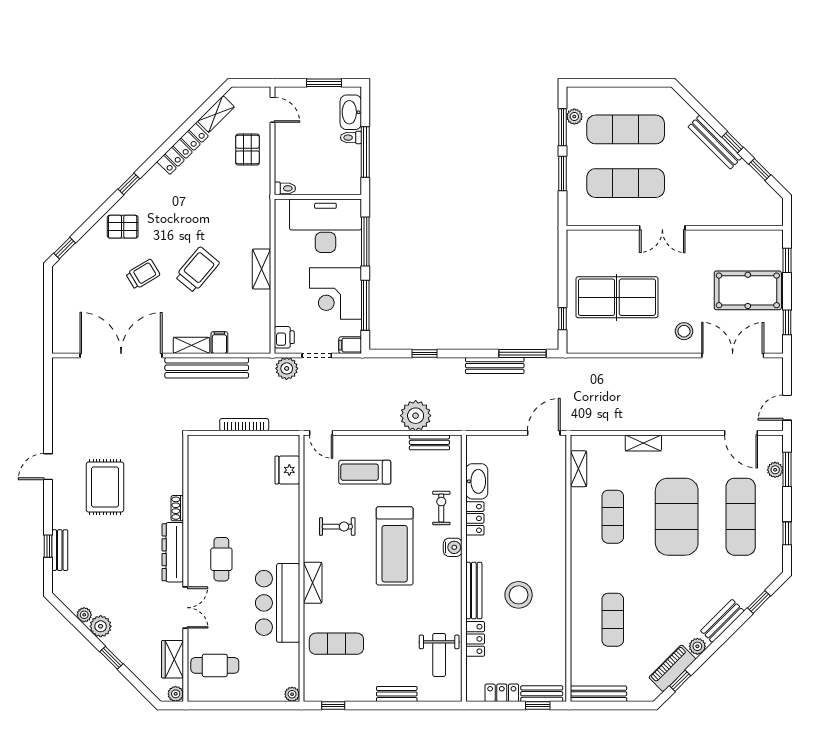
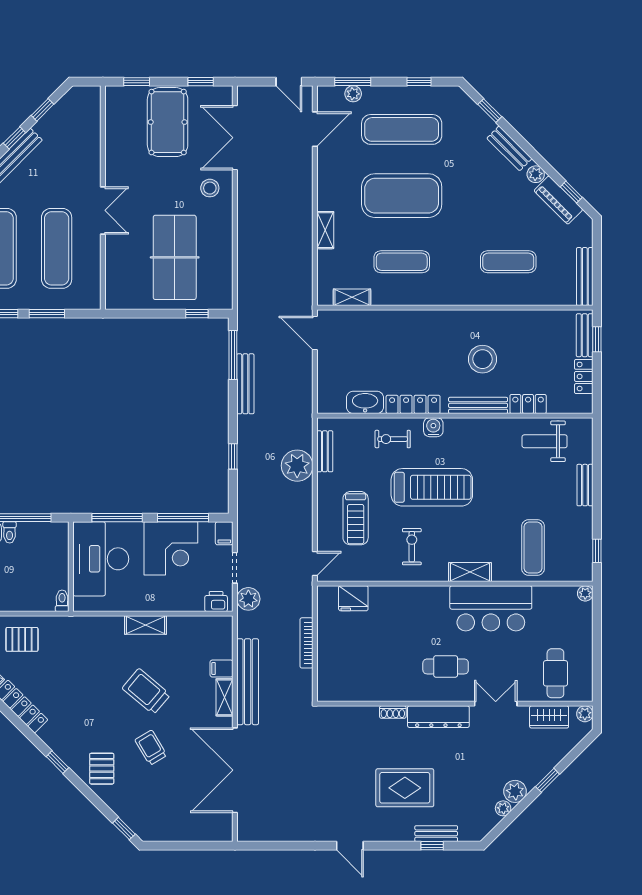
rug: (105, 487) -> (405, 788), moved
locker: (475, 518) -> (413, 404), width x1.53
weight bench: (439, 655) -> (545, 441), turned 180

